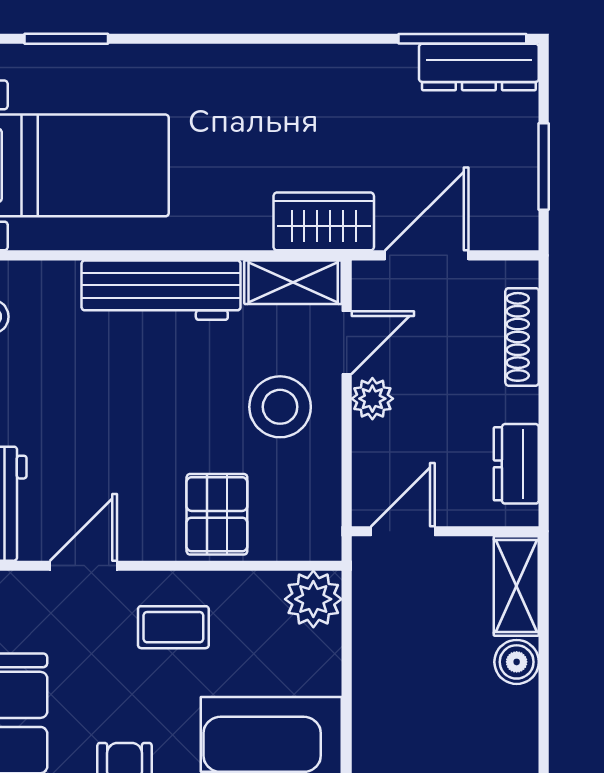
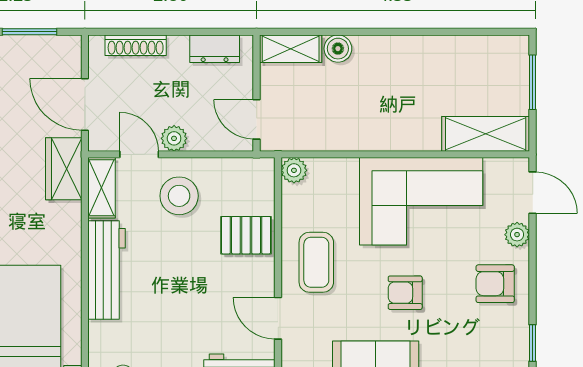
plant: (313, 599) -> (294, 170), width x0.73, depth x0.73
coffee table: (173, 627) -> (316, 262), width x1.36, depth x1.30

